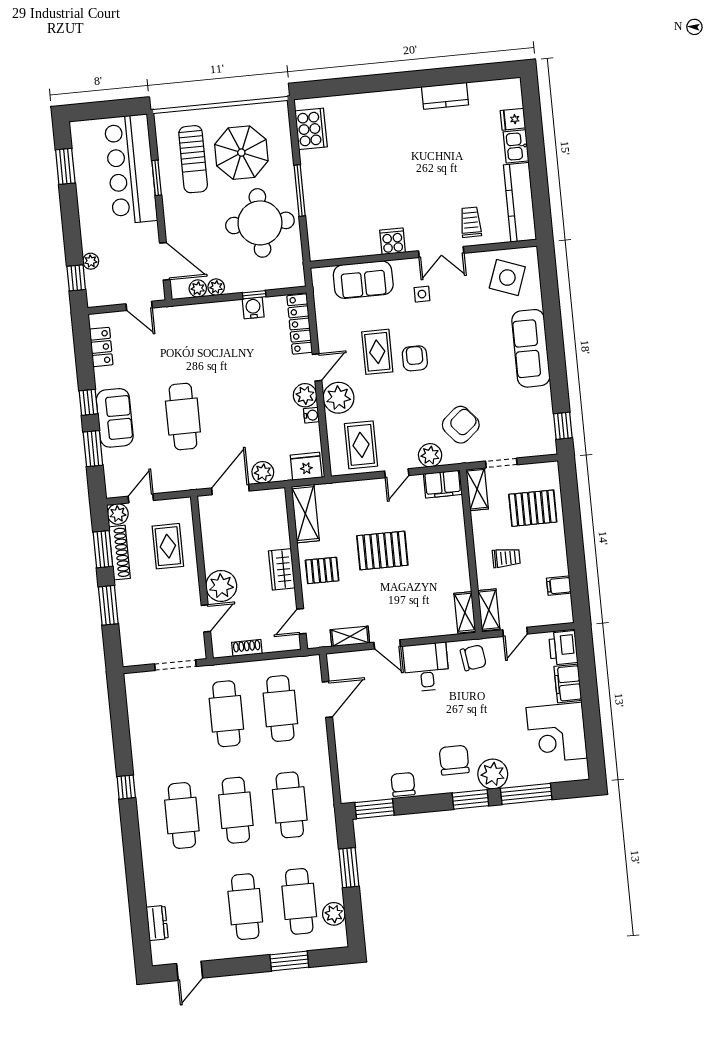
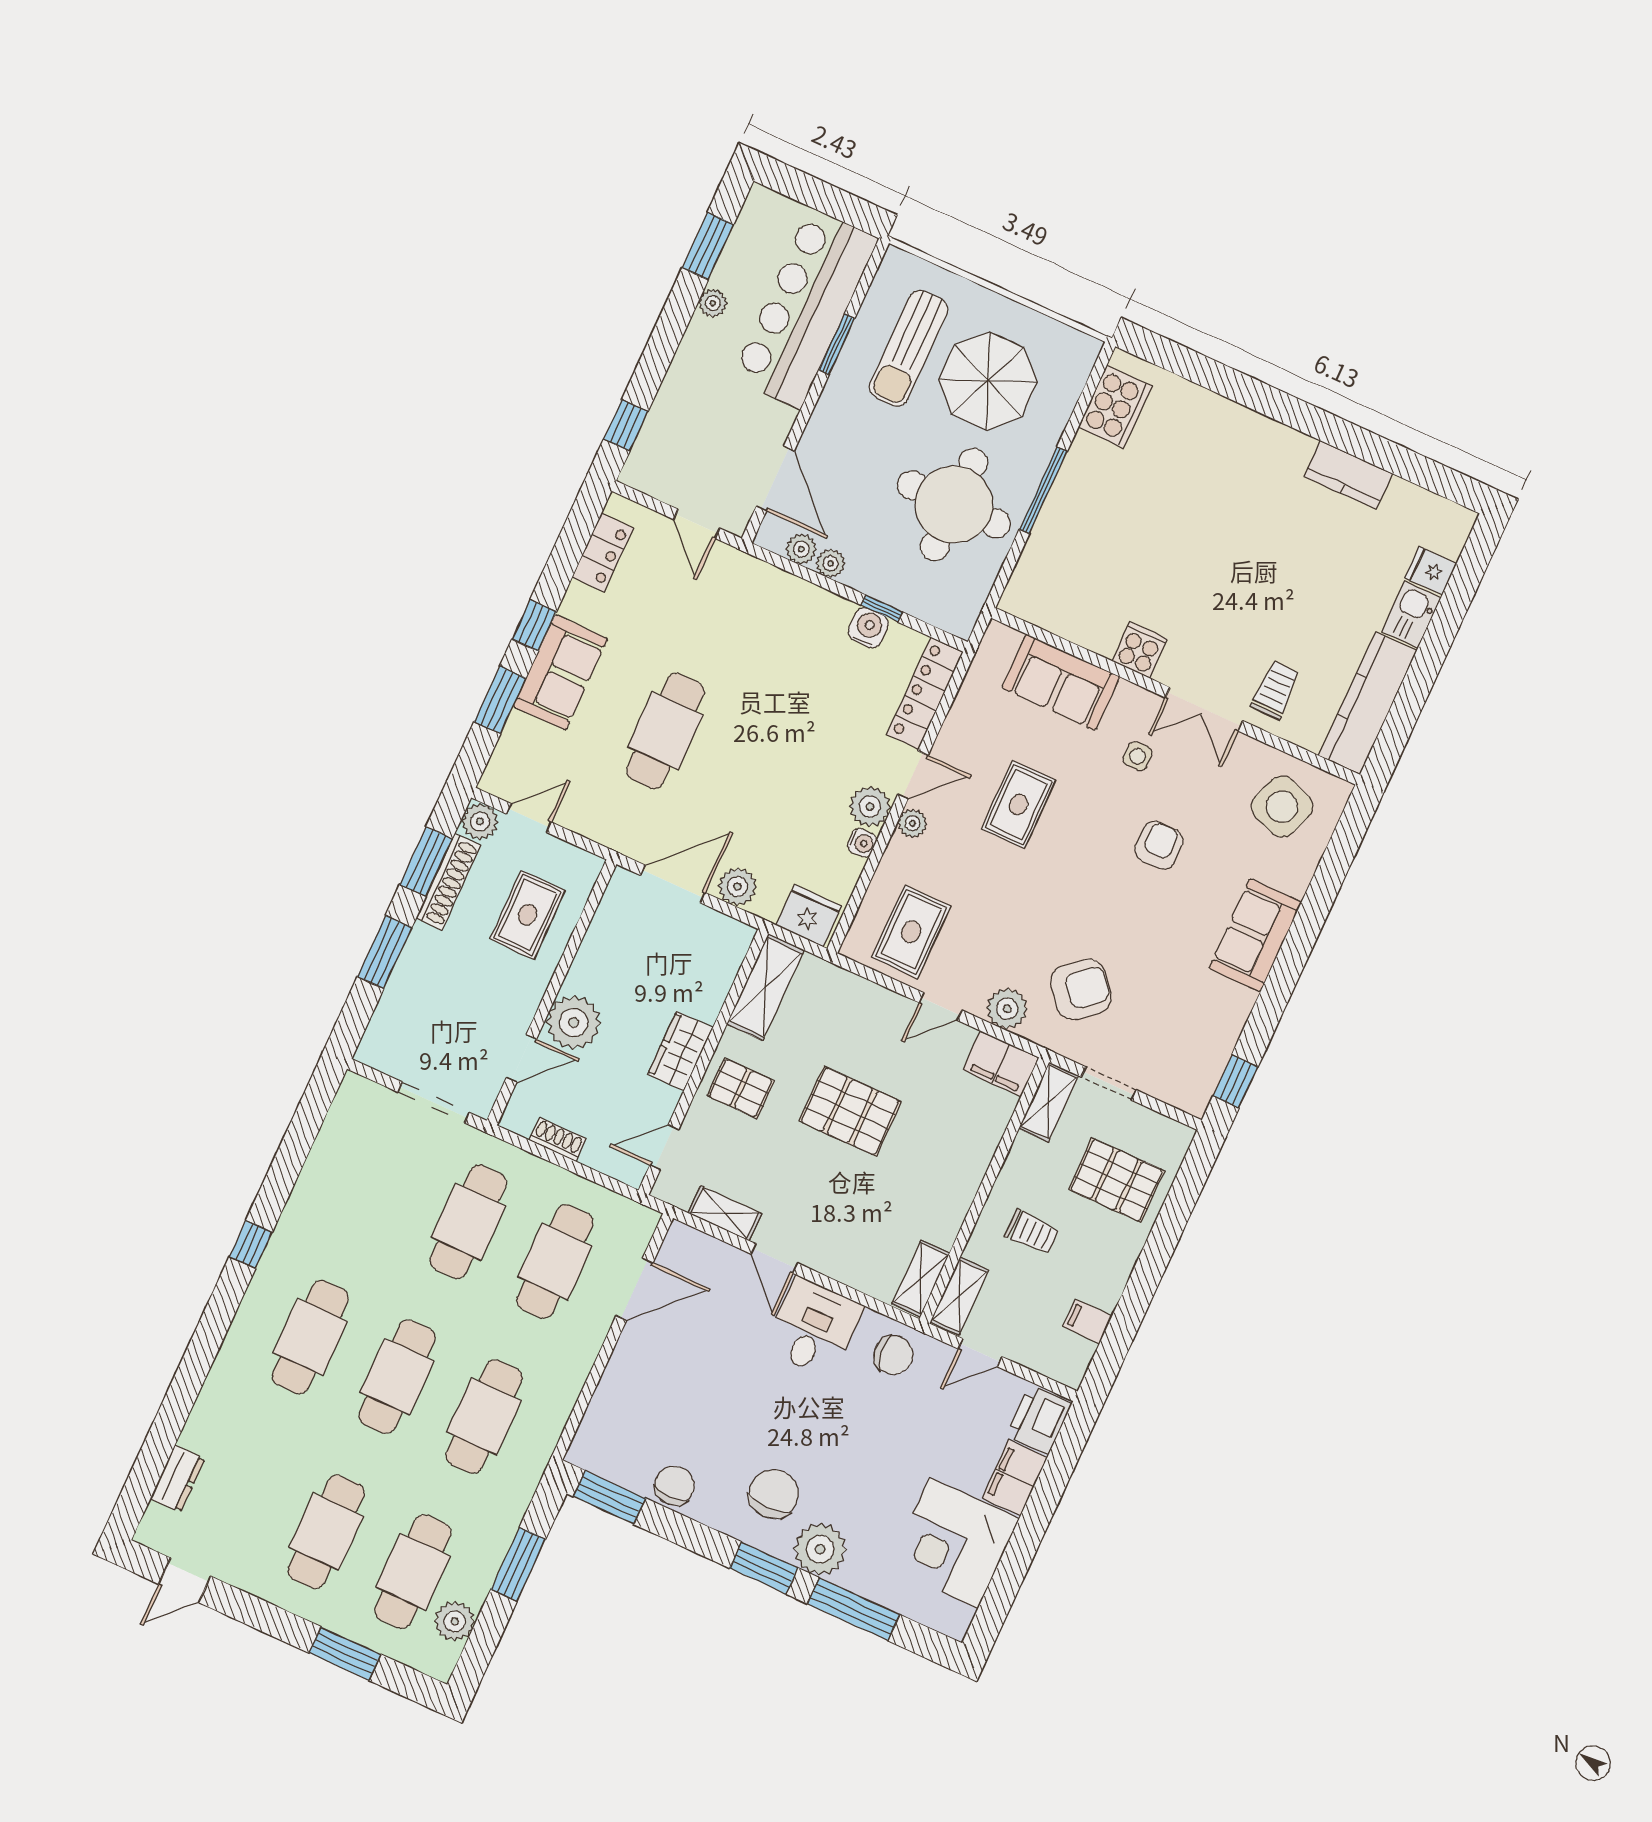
plant: (91, 261) -> (713, 303), moved
sofa: (531, 348) -> (1255, 935), width x0.73
armchair: (415, 358) -> (1159, 845), moved
plant: (339, 398) -> (912, 823), width x0.53, depth x0.53

